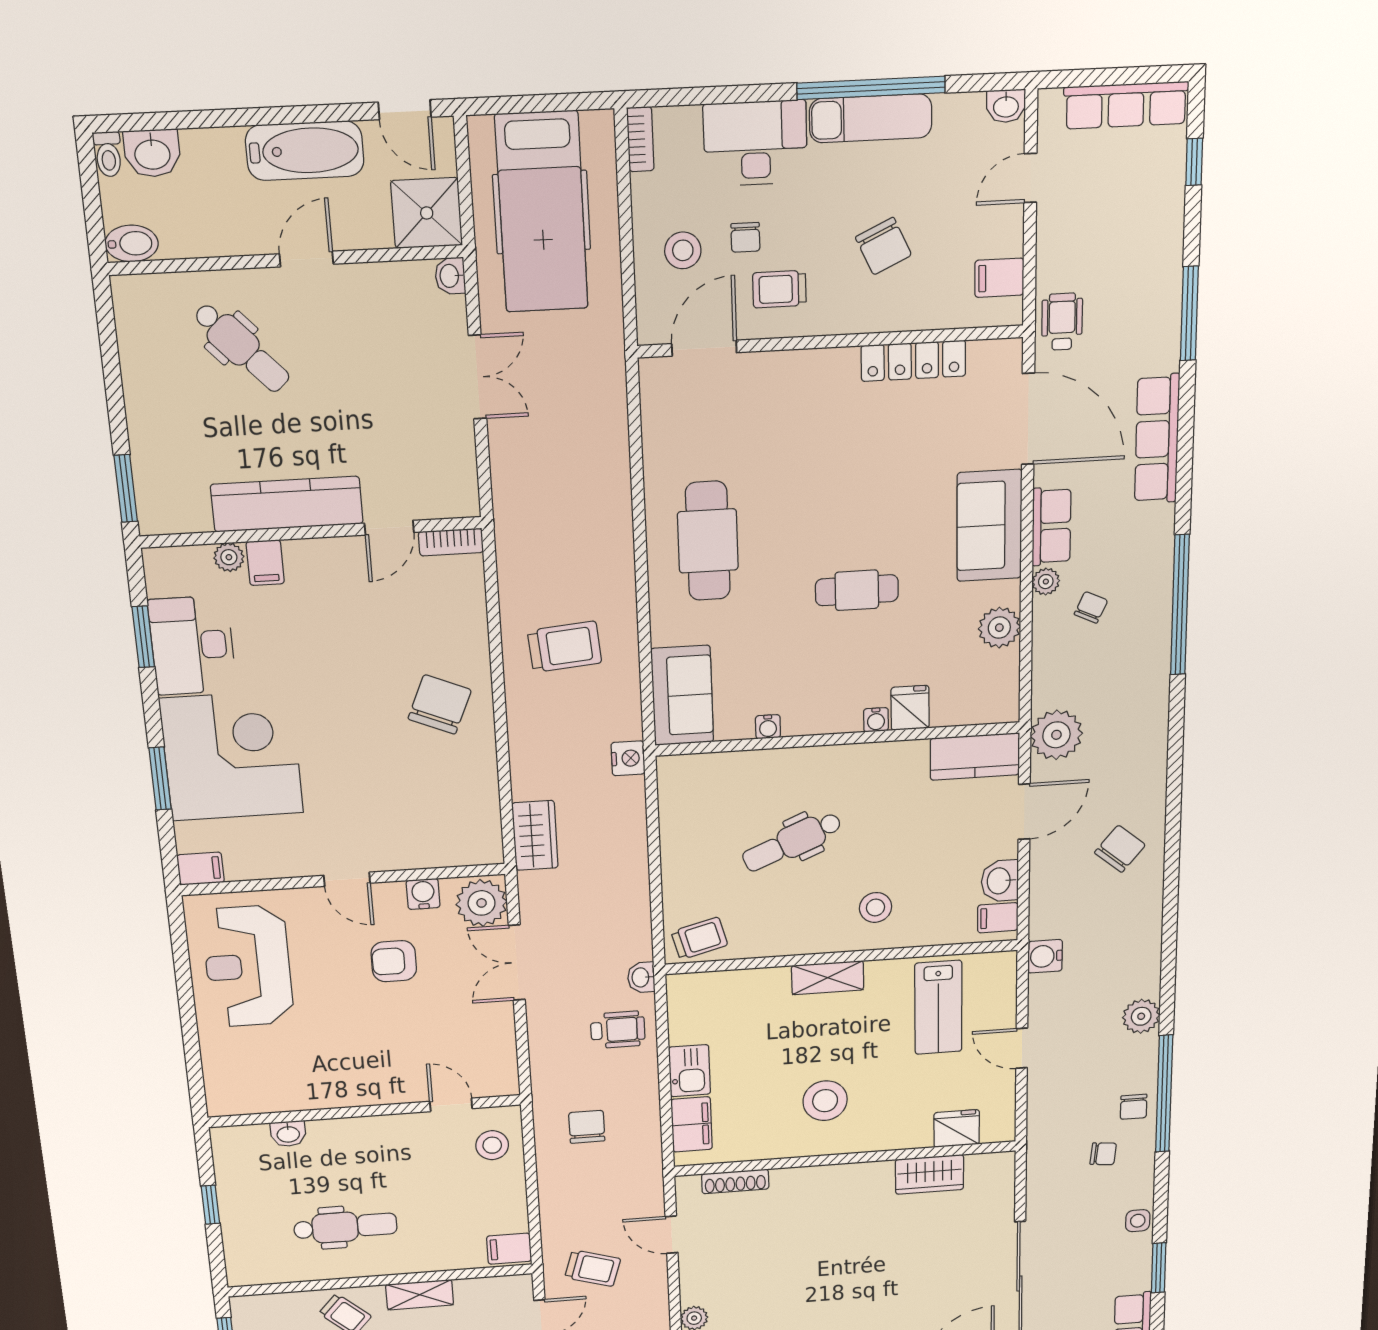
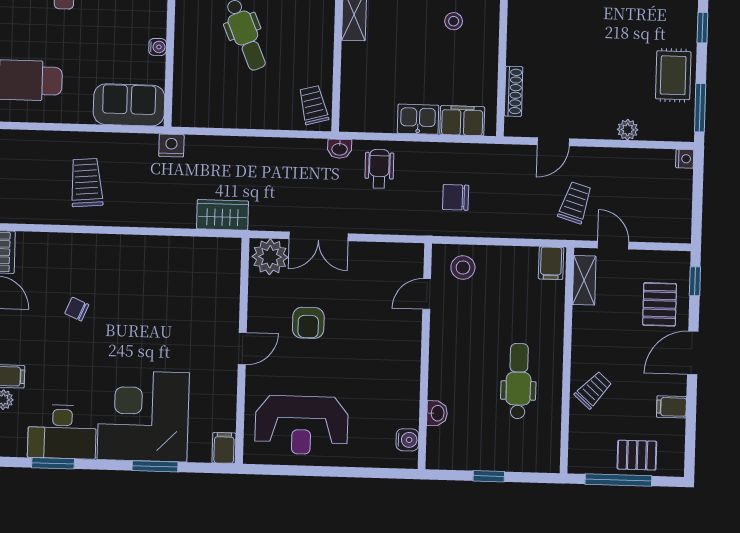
chair: (440, 704) -> (77, 309), moved, width x0.54, depth x0.54
water cooler: (423, 894) -> (407, 440), moved, turned 180
stool: (825, 1101) -> (454, 21), width x0.53, depth x0.53
shelving: (420, 1295) -> (584, 280), moved

